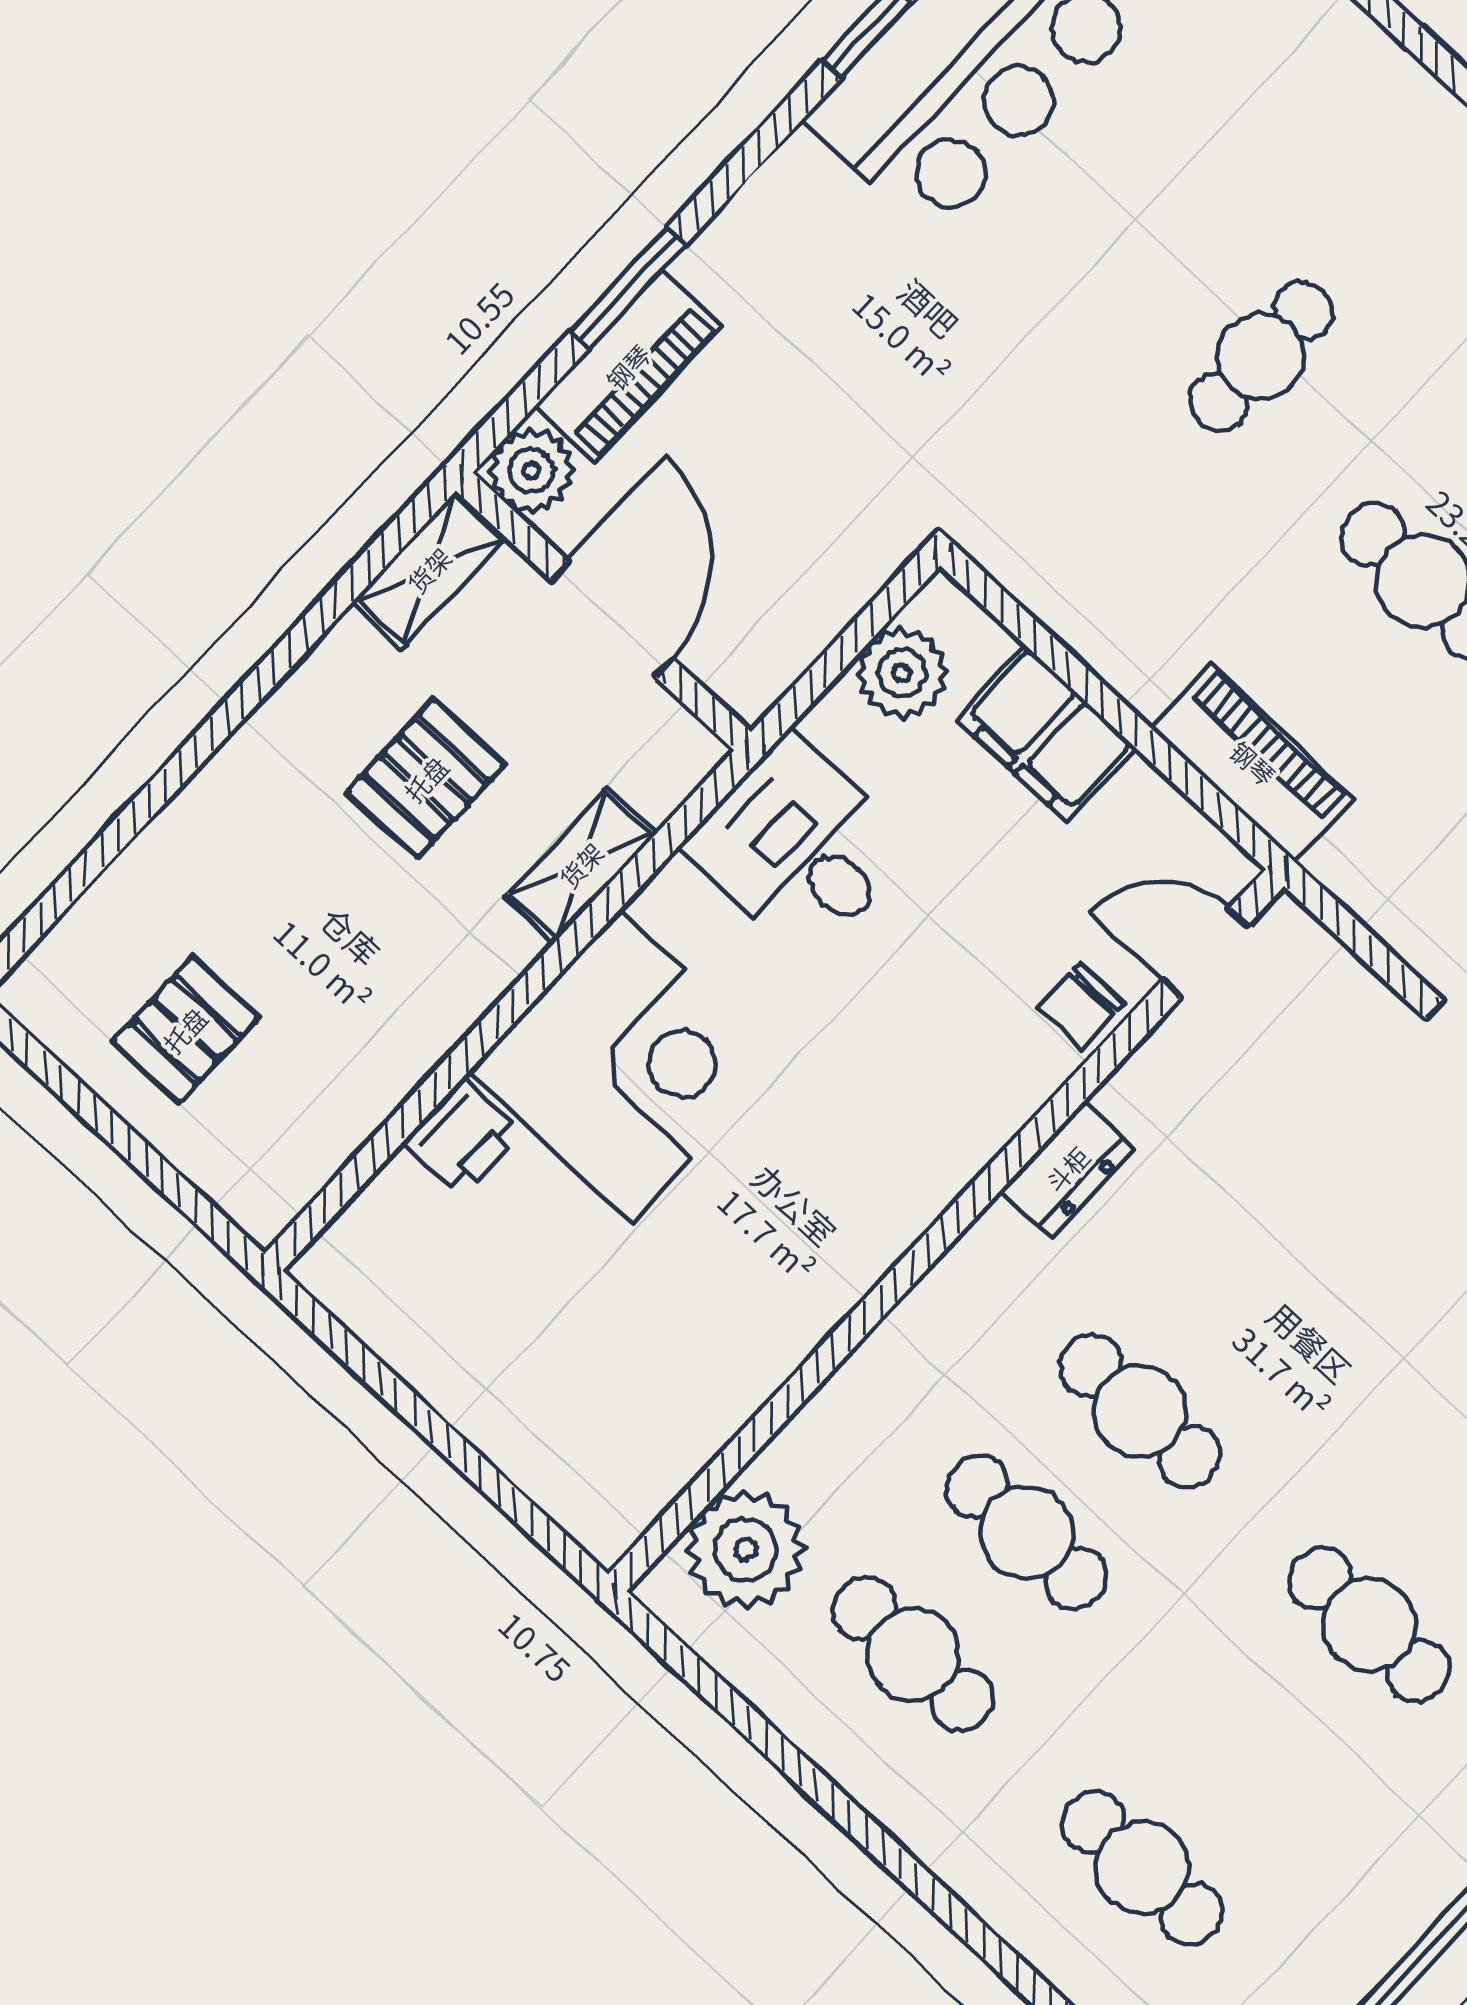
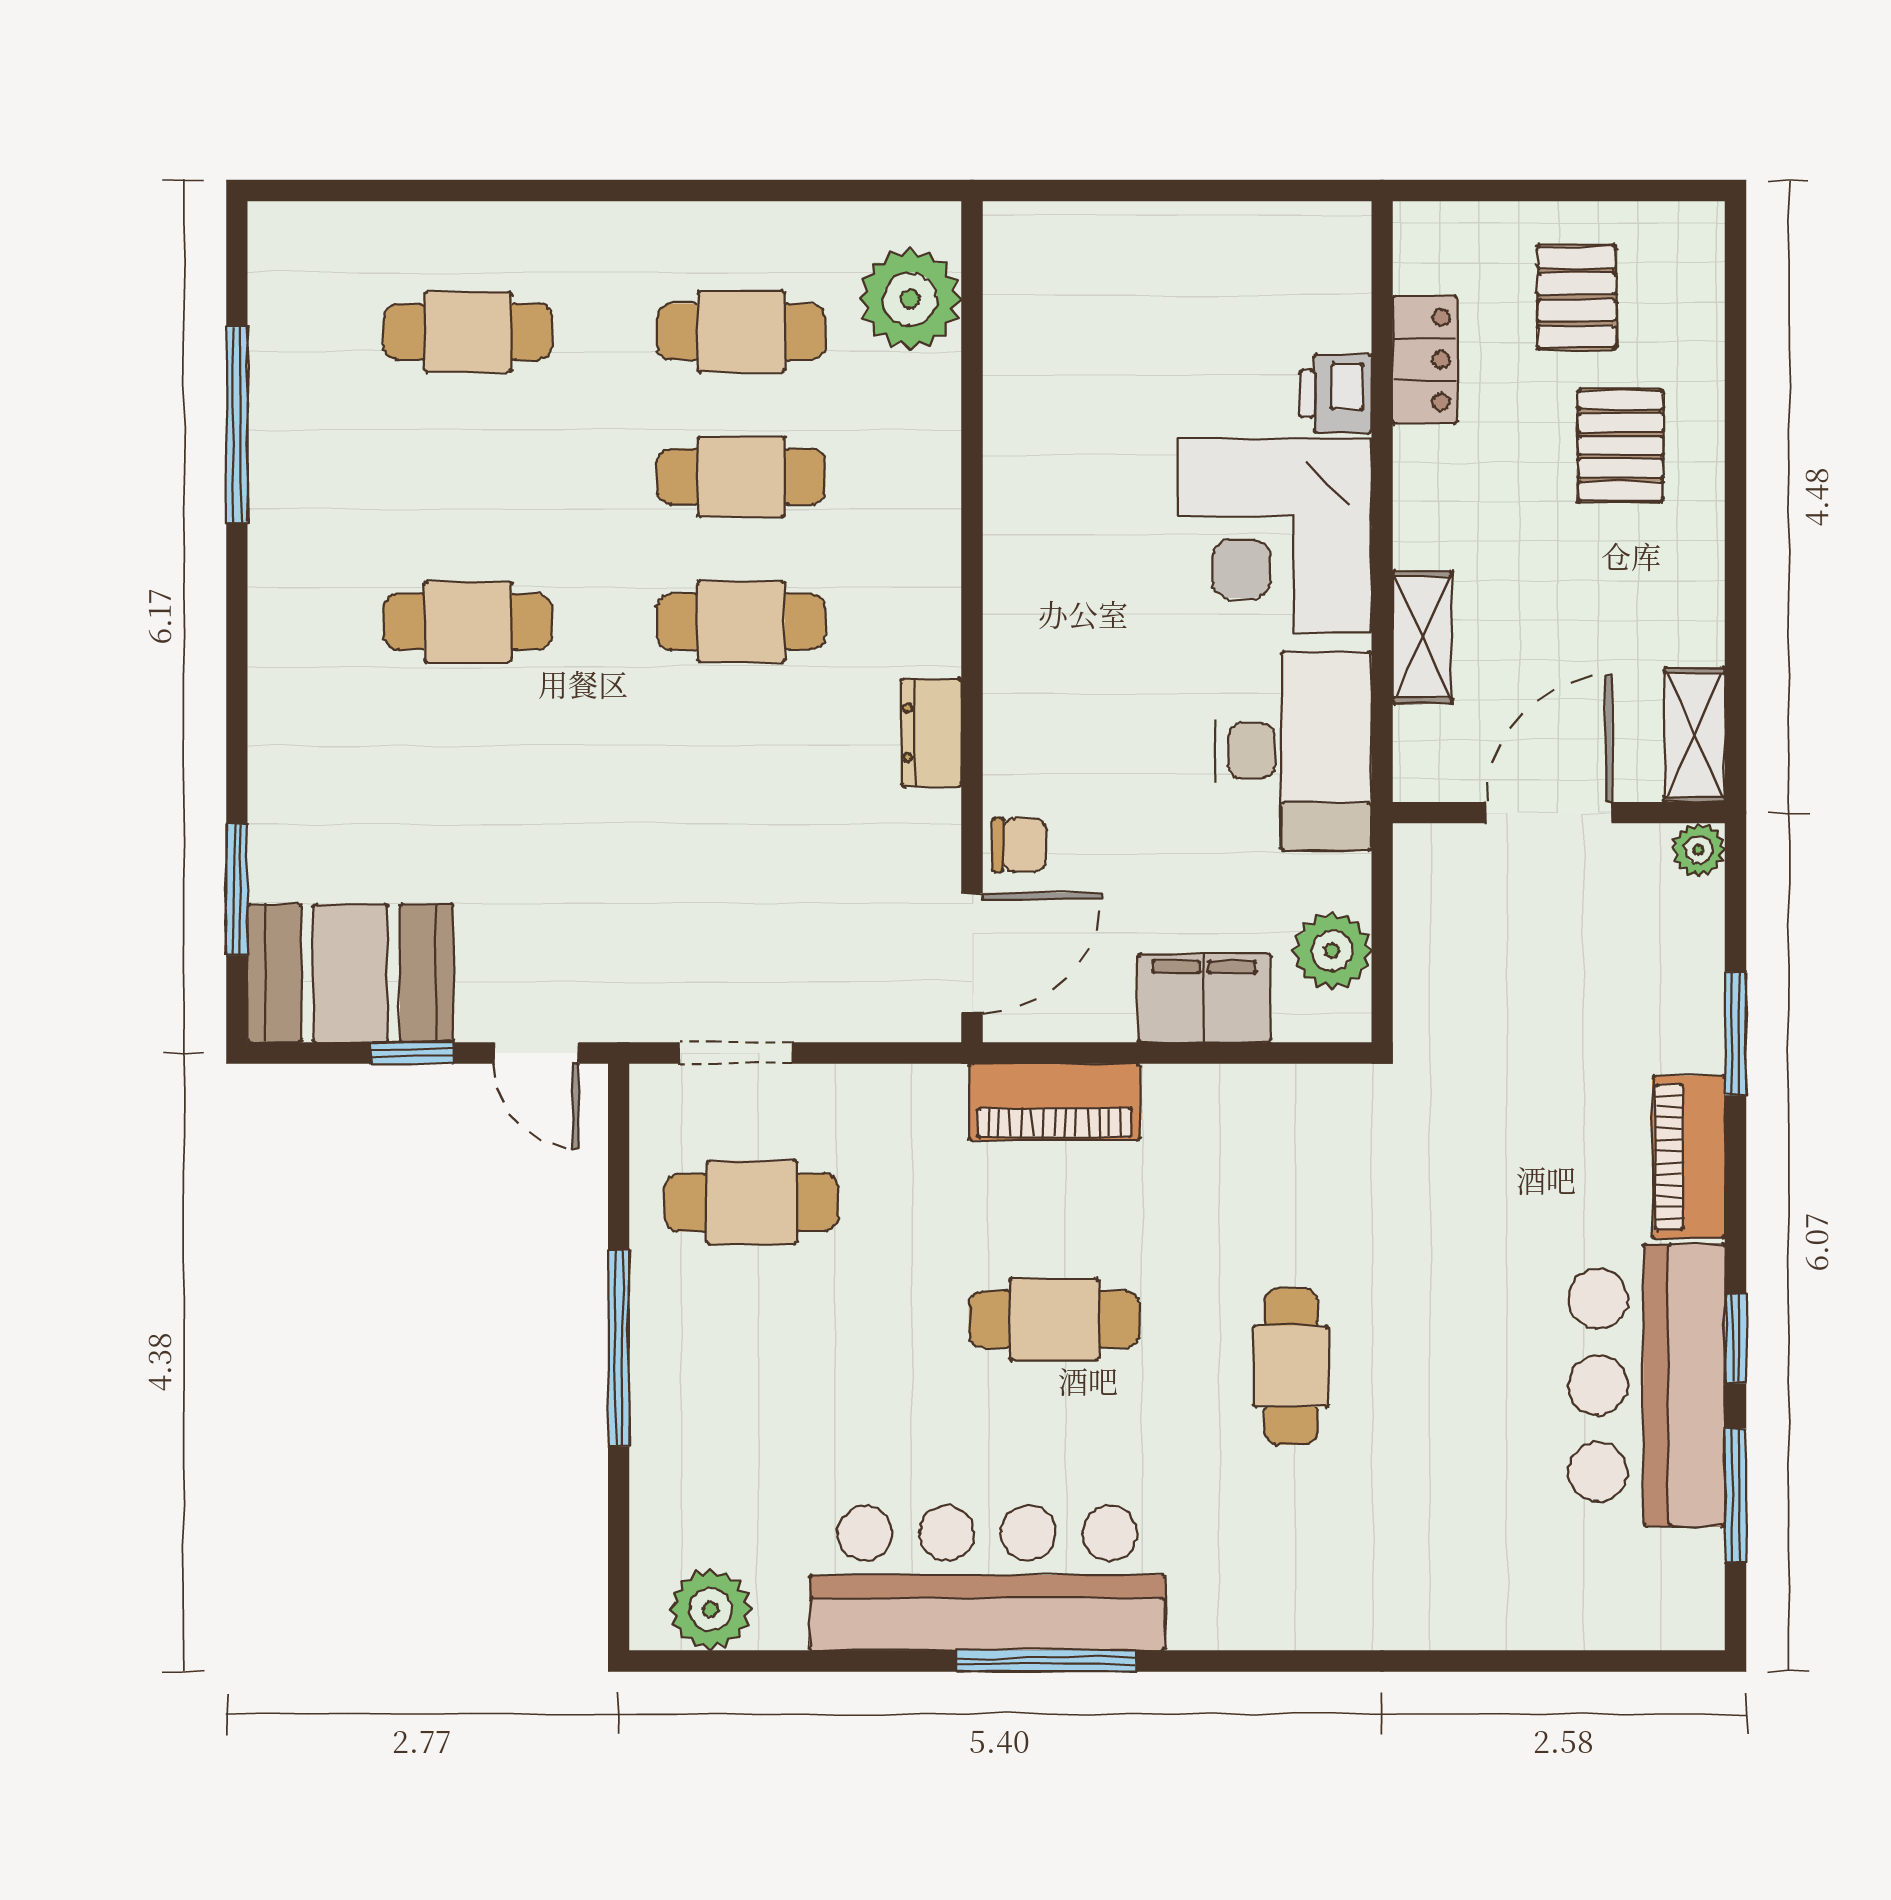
piano: (628, 367) -> (1689, 1157), moved
plant: (531, 471) -> (1698, 850), width x0.73, depth x0.73
door: (612, 619) -> (1549, 813), swing flipped
pallet: (426, 779) -> (1621, 446), moved
desk: (799, 848) -> (1294, 751), width x1.37
door: (1205, 953) -> (972, 953), width x1.38
chair: (1081, 1006) -> (1020, 845), turned 90
locker: (362, 1096) -> (1425, 360), added

